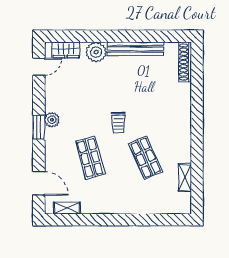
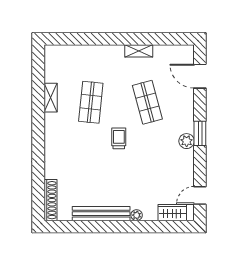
plant: (96, 52) -> (137, 215), width x0.53, depth x0.53
shop shelf: (146, 158) -> (91, 102), turned 30
shelving: (185, 177) -> (51, 98), moved
shelving: (67, 208) -> (139, 51), moved

